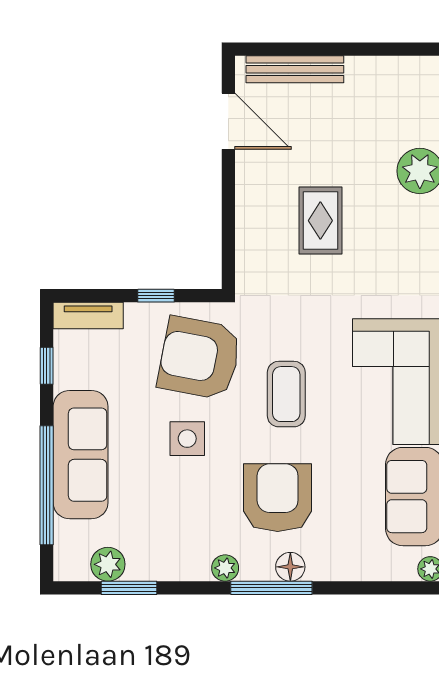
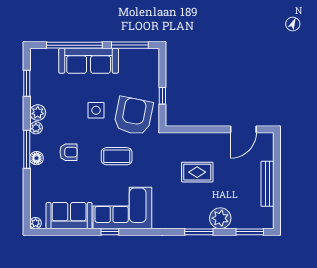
bench: (295, 69) -> (267, 184), moved
tv unit: (88, 316) -> (153, 64), removed
window: (47, 366) -> (130, 45), width x2.17
armchair: (278, 498) -> (69, 152), width x0.53, depth x0.53
plant: (108, 564) -> (38, 113), moved

